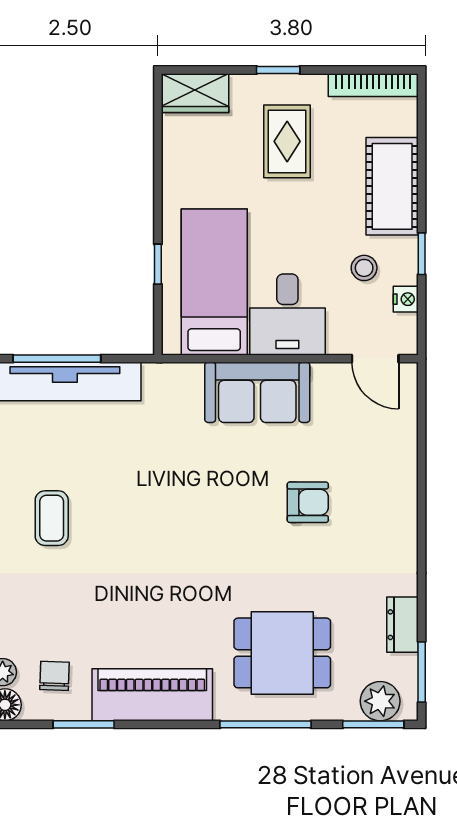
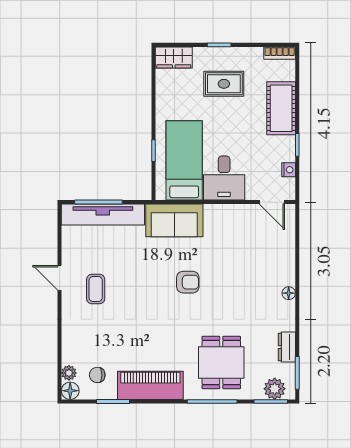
bookcase: (373, 85) -> (280, 53), width x0.64
rug: (287, 141) -> (224, 84), turned 90
stool: (364, 268) -> (266, 153), removed
sofa: (257, 392) -> (174, 220), moved
armchair: (308, 502) -> (188, 282), moved
floor lamp: (406, 526) -> (289, 293), added
dining table: (282, 653) -> (221, 362), turned 90
chair: (54, 676) -> (97, 375), turned -92

